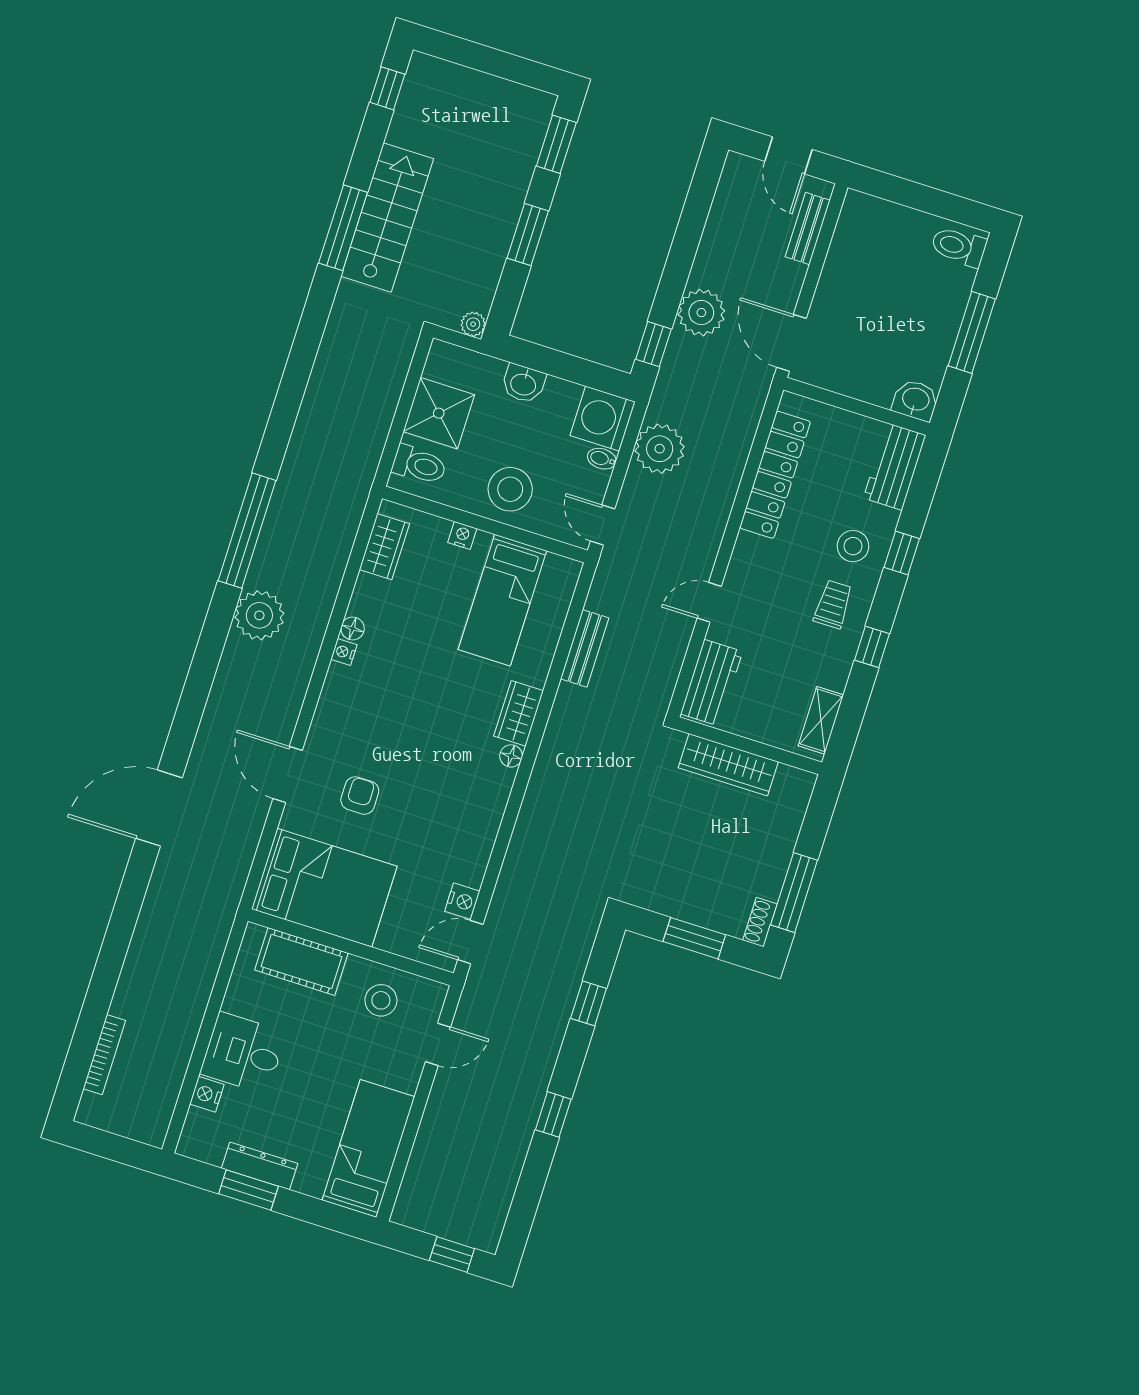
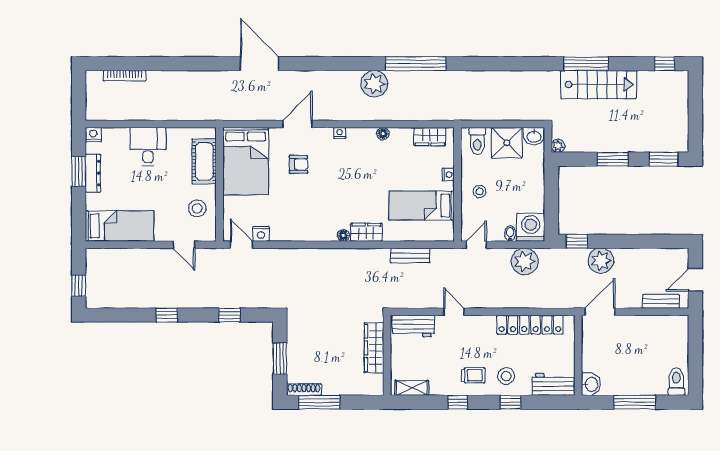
washbasin: (523, 384) -> (534, 136), moved, turned -90
stool: (510, 489) -> (480, 192), width x0.53, depth x0.53
nightstand: (344, 652) -> (340, 133), moved
shoe rack: (760, 922) -> (304, 390), width x1.43
nightstand: (207, 1094) -> (93, 135), moved

